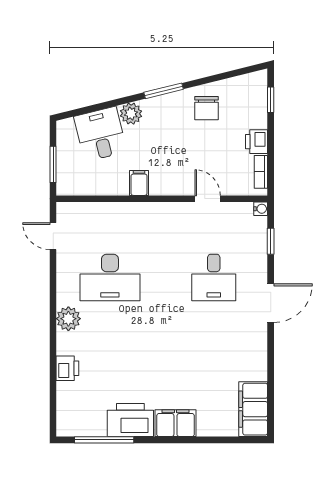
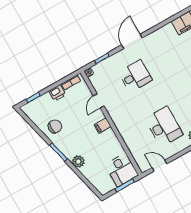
desk: (100, 134) -> (122, 170), moved, turned -76
filing cabinet: (139, 183) -> (103, 126), moved
door: (53, 236) -> (159, 166), swing flipped
door: (271, 303) -> (132, 41), hinge flipped

